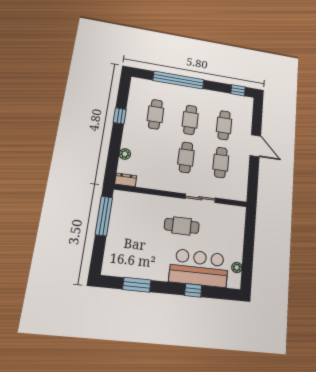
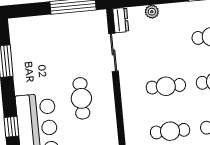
sliding door: (200, 198) -> (113, 52), moved

